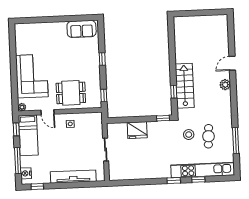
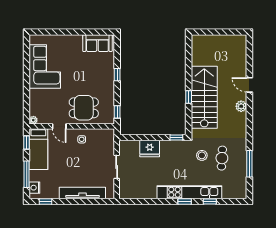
door: (232, 63) -> (249, 85), hinge flipped
corner sofa: (32, 76) -> (45, 67), moved
stairs: (185, 86) -> (204, 97), width x1.36, depth x1.51
window: (174, 92) -> (189, 97), moved
kitchen unit: (203, 170) -> (189, 192), moved

